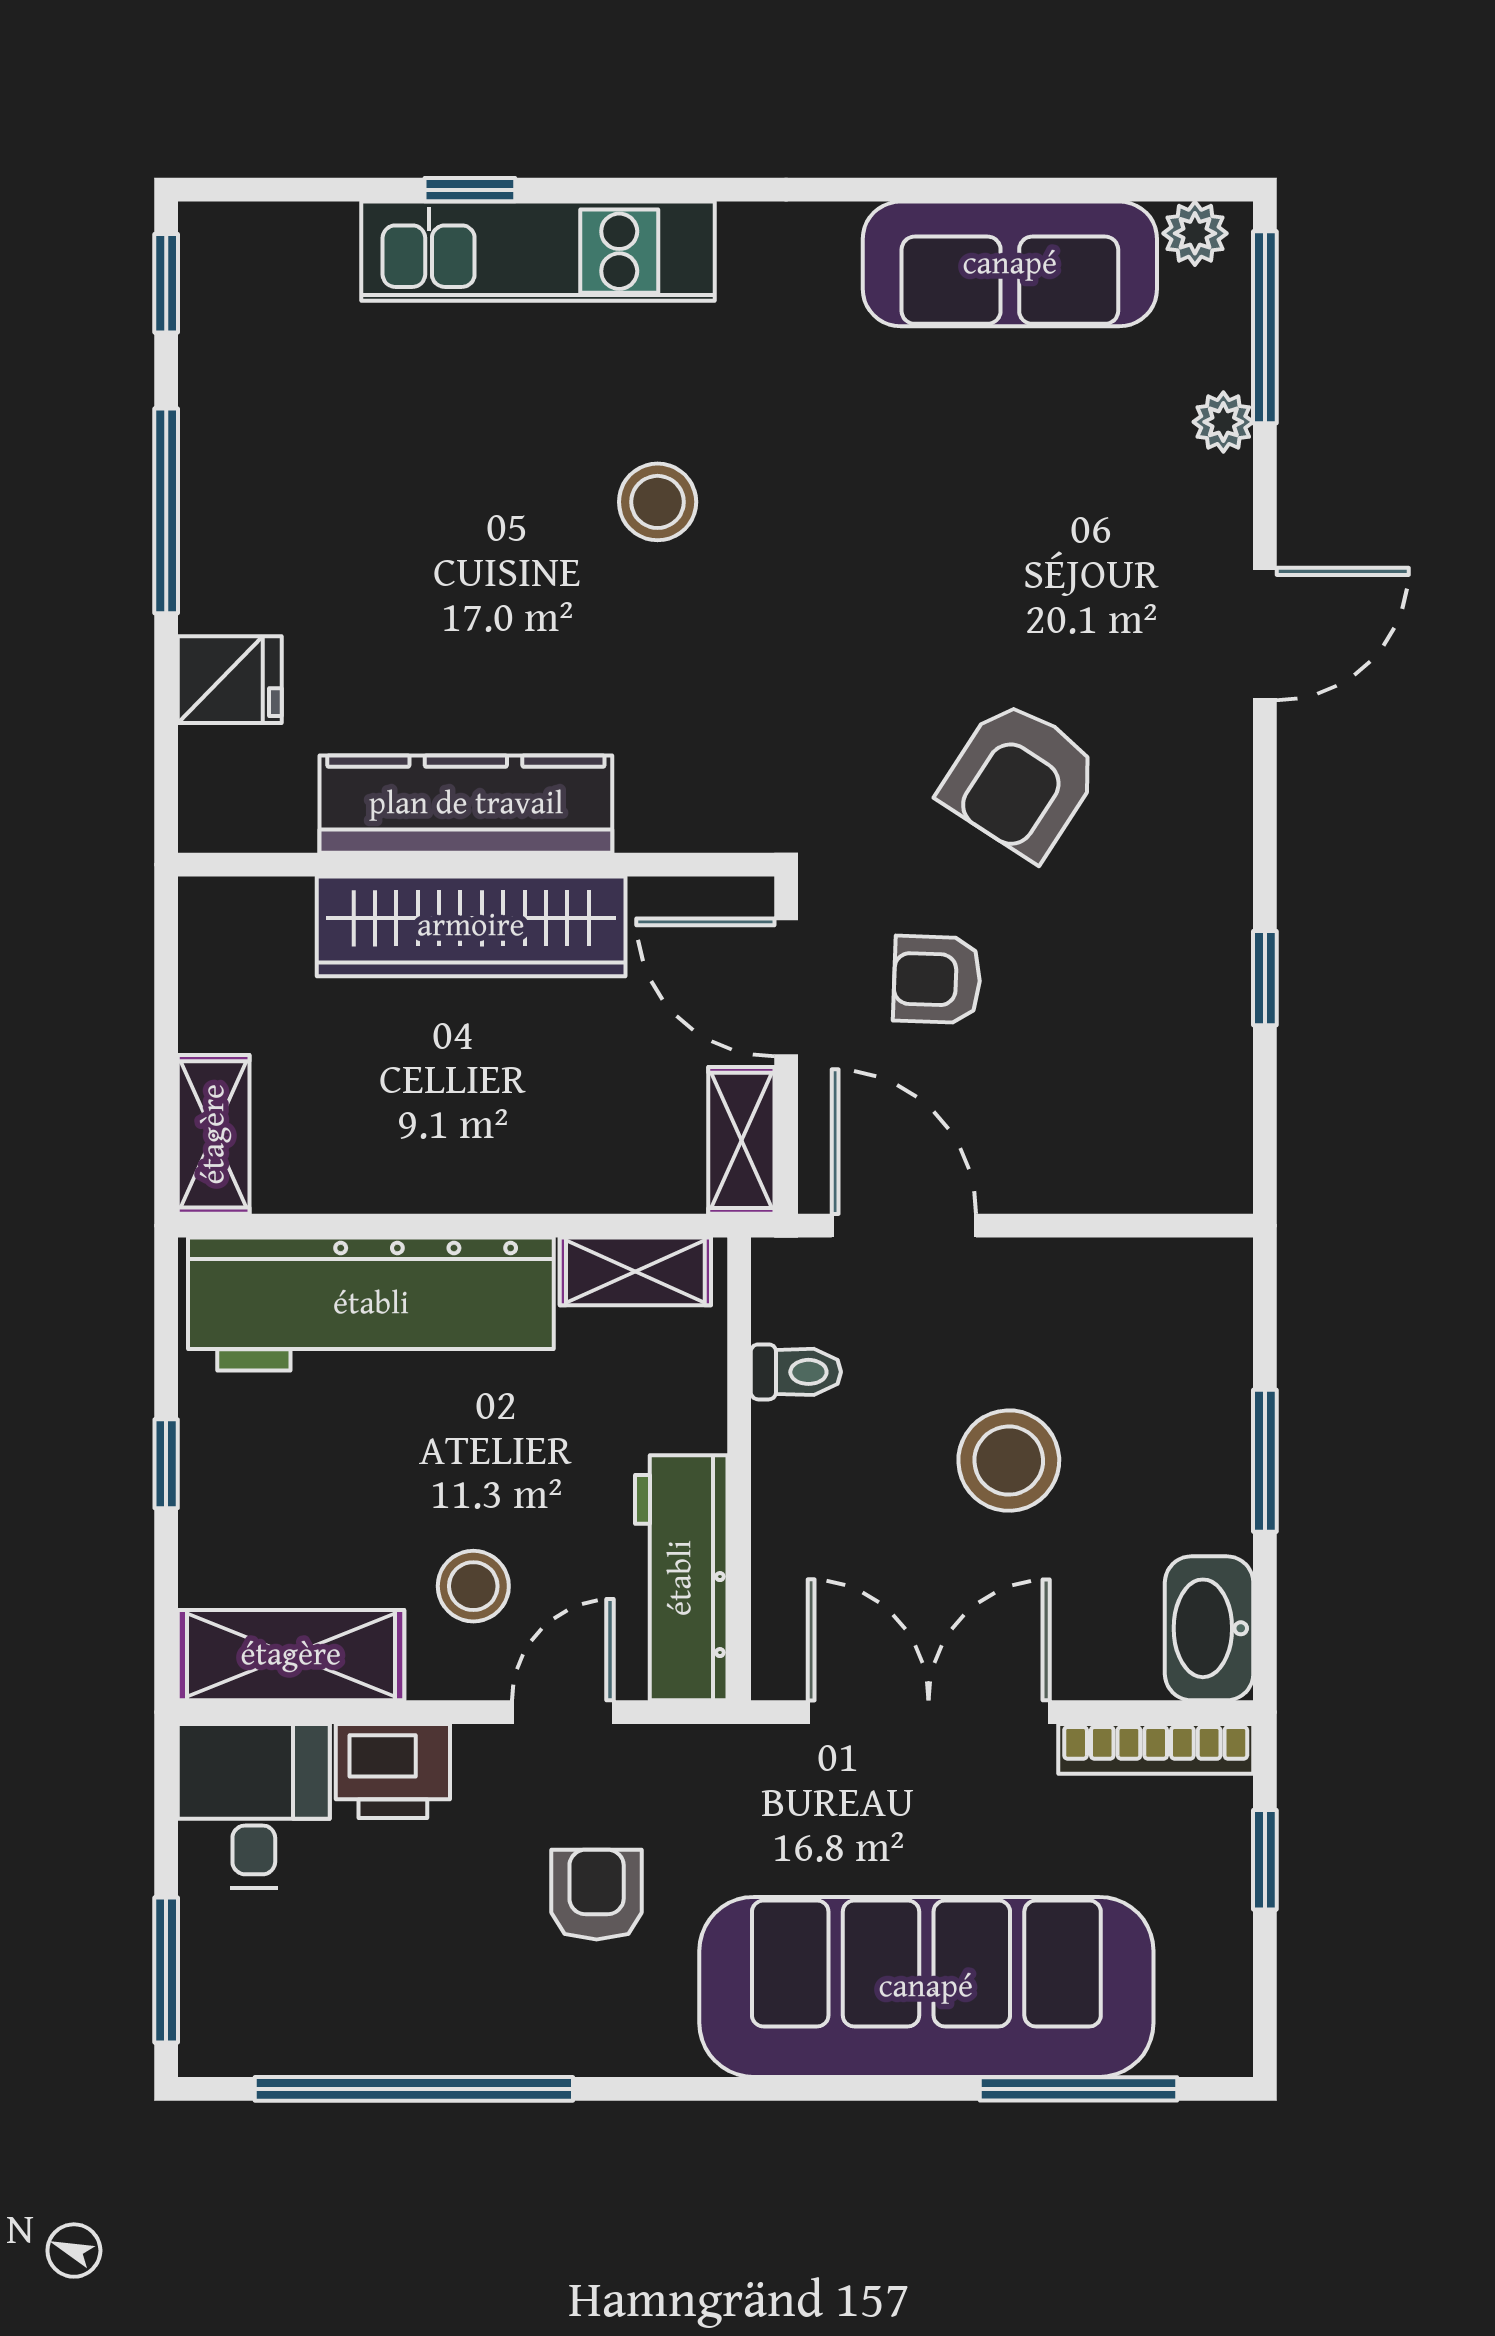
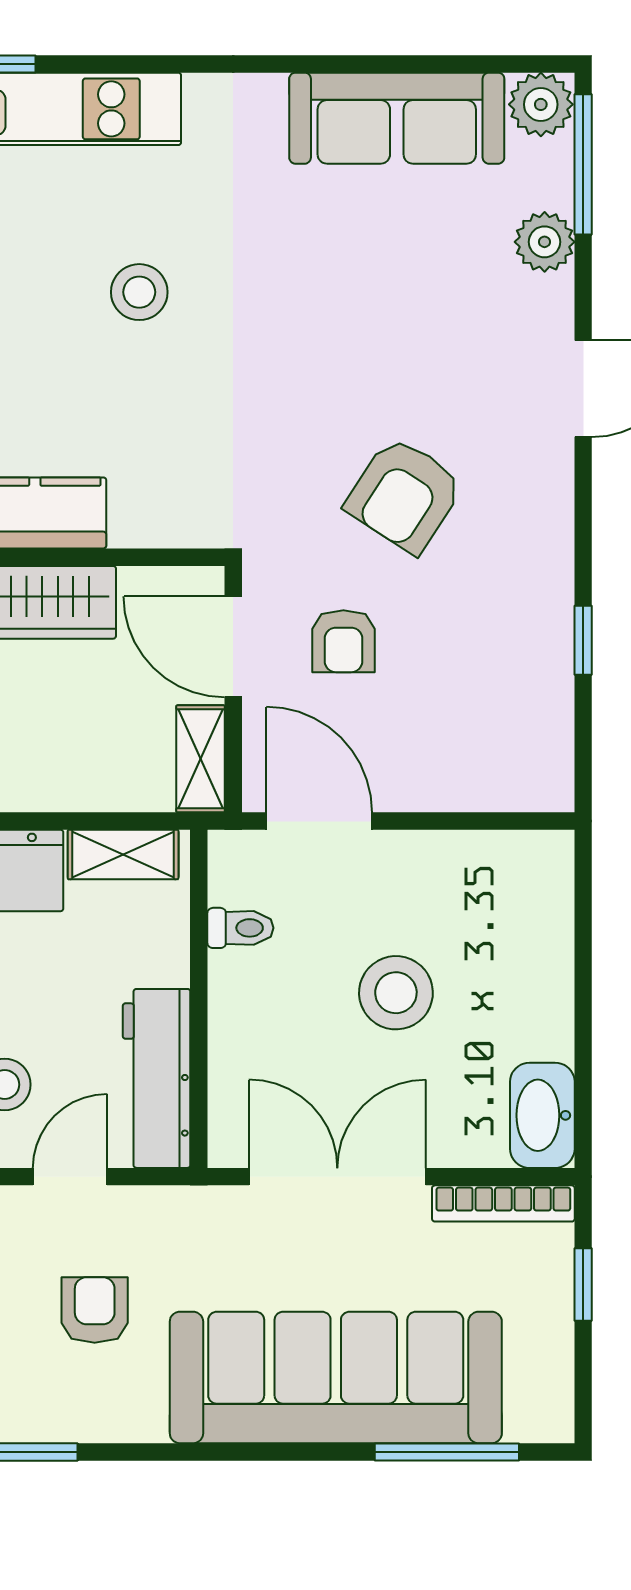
plant: (1195, 233) -> (541, 104), width x1.38, depth x1.38
plant: (1223, 422) -> (545, 242), width x1.38, depth x1.38
armchair: (937, 980) -> (343, 641), turned -92
window: (1265, 1461) -> (583, 993), removed

